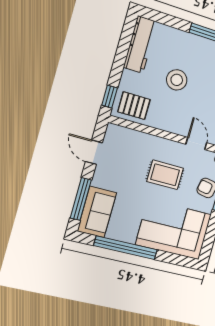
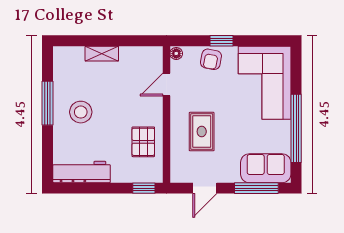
stool: (177, 80) -> (81, 112), moved
pallet: (134, 106) -> (143, 142), moved
rug: (165, 175) -> (202, 132), moved

